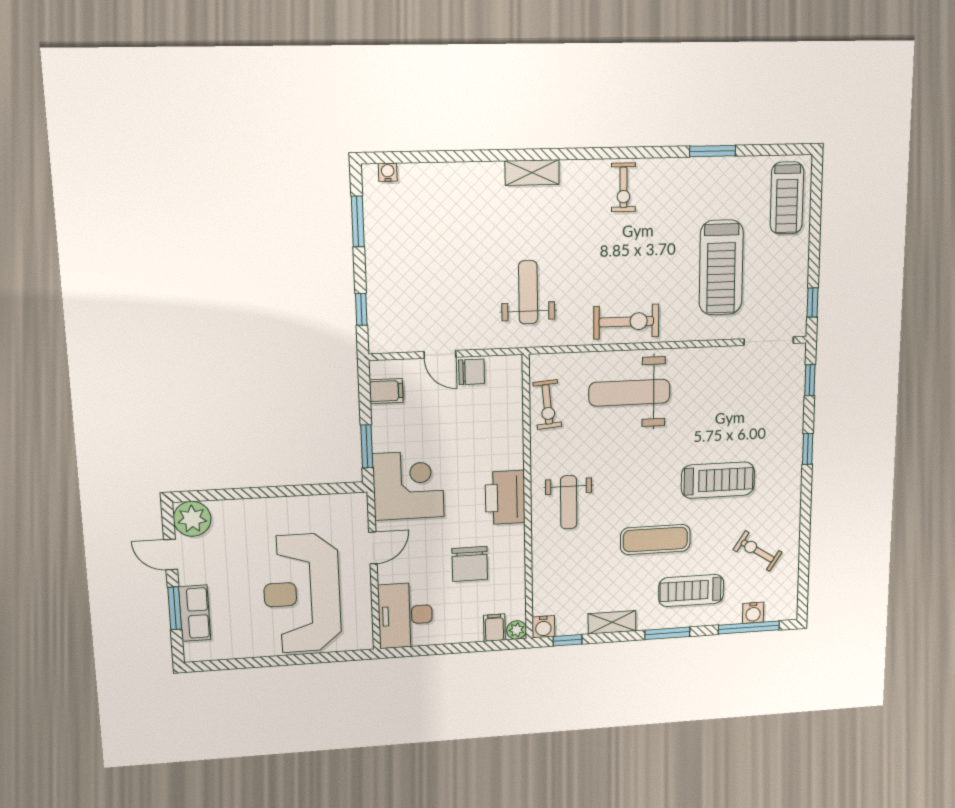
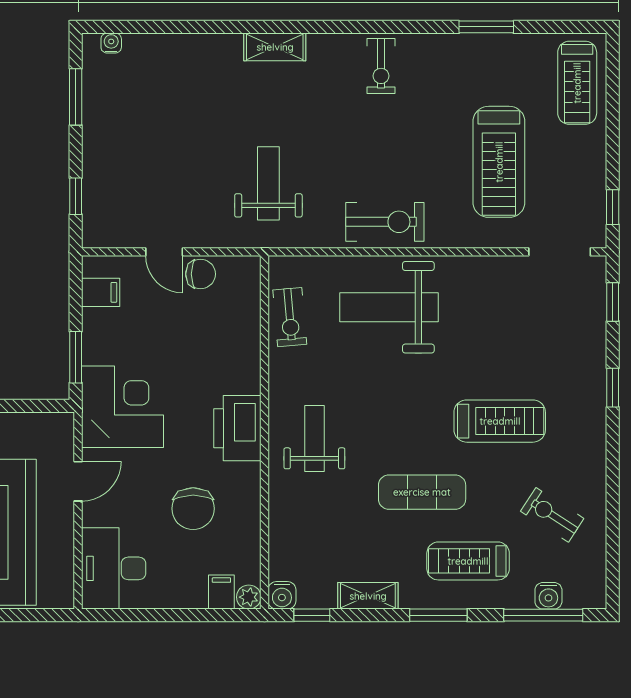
weight bench: (569, 502) -> (314, 438), turned 180

